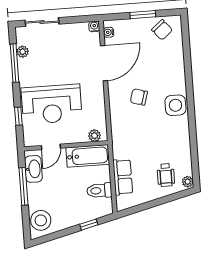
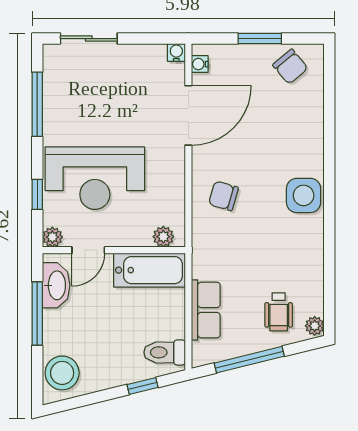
plant: (23, 52) -> (52, 237), moved
chair: (139, 97) -> (223, 196), moved
toilet: (99, 191) -> (165, 352), moved
window: (151, 204) -> (249, 360), added

